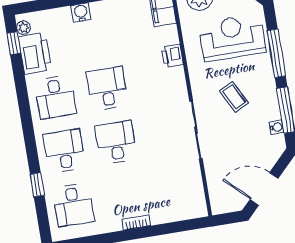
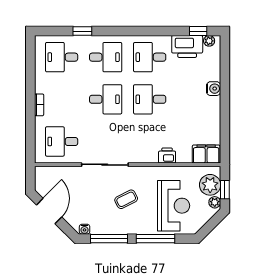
desk: (107, 89) -> (150, 99), turned 180
water cooler: (277, 127) -> (85, 229), moved
desk: (176, 188) -> (62, 141), added

